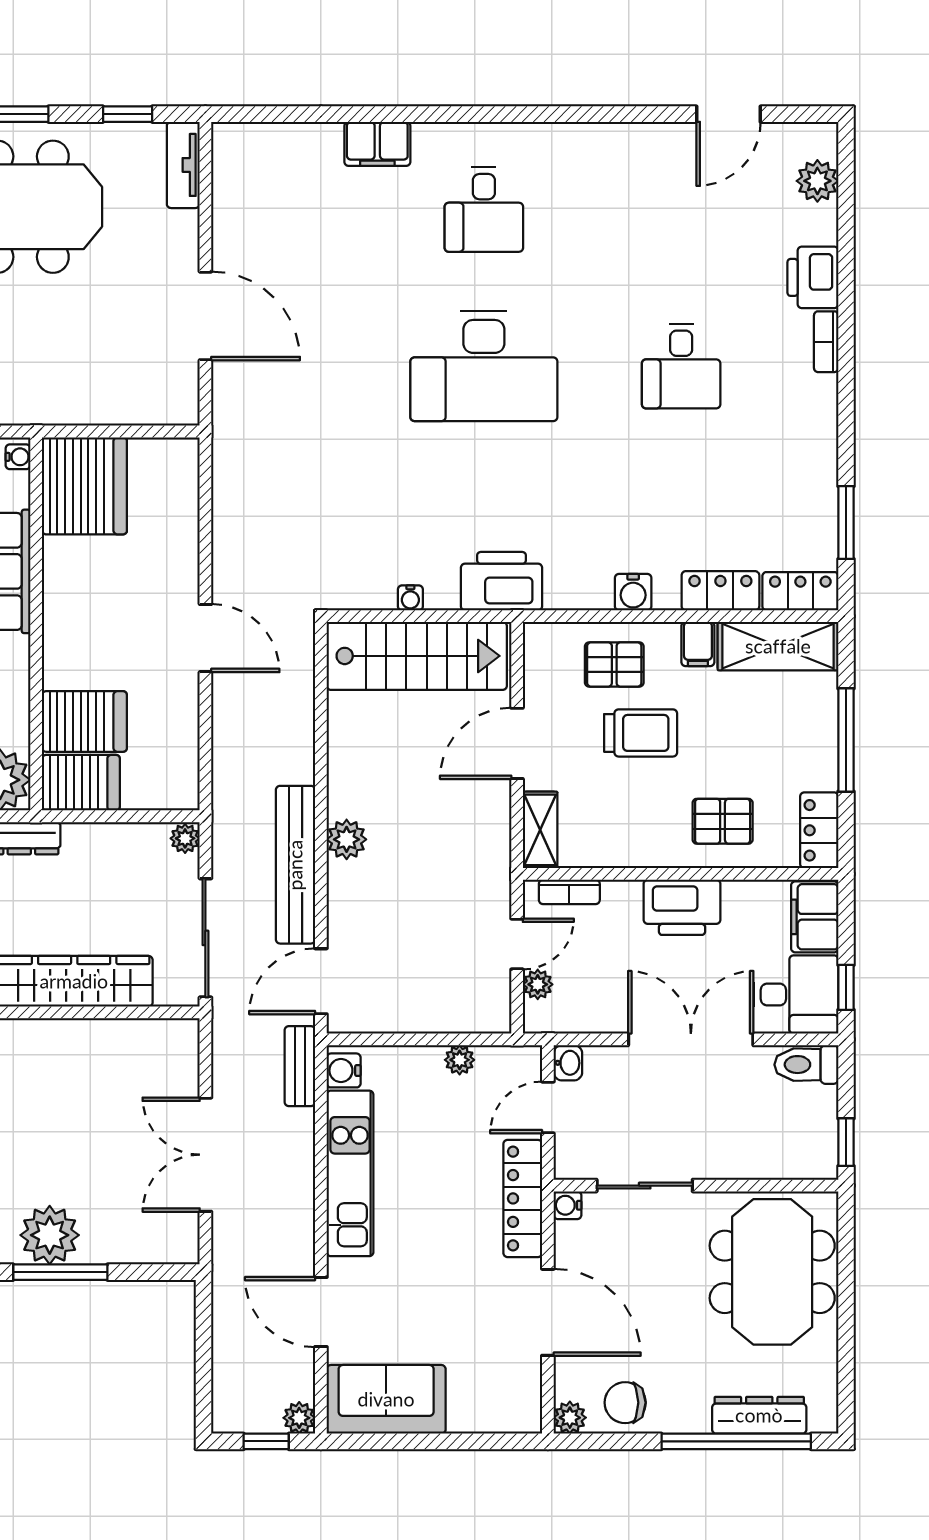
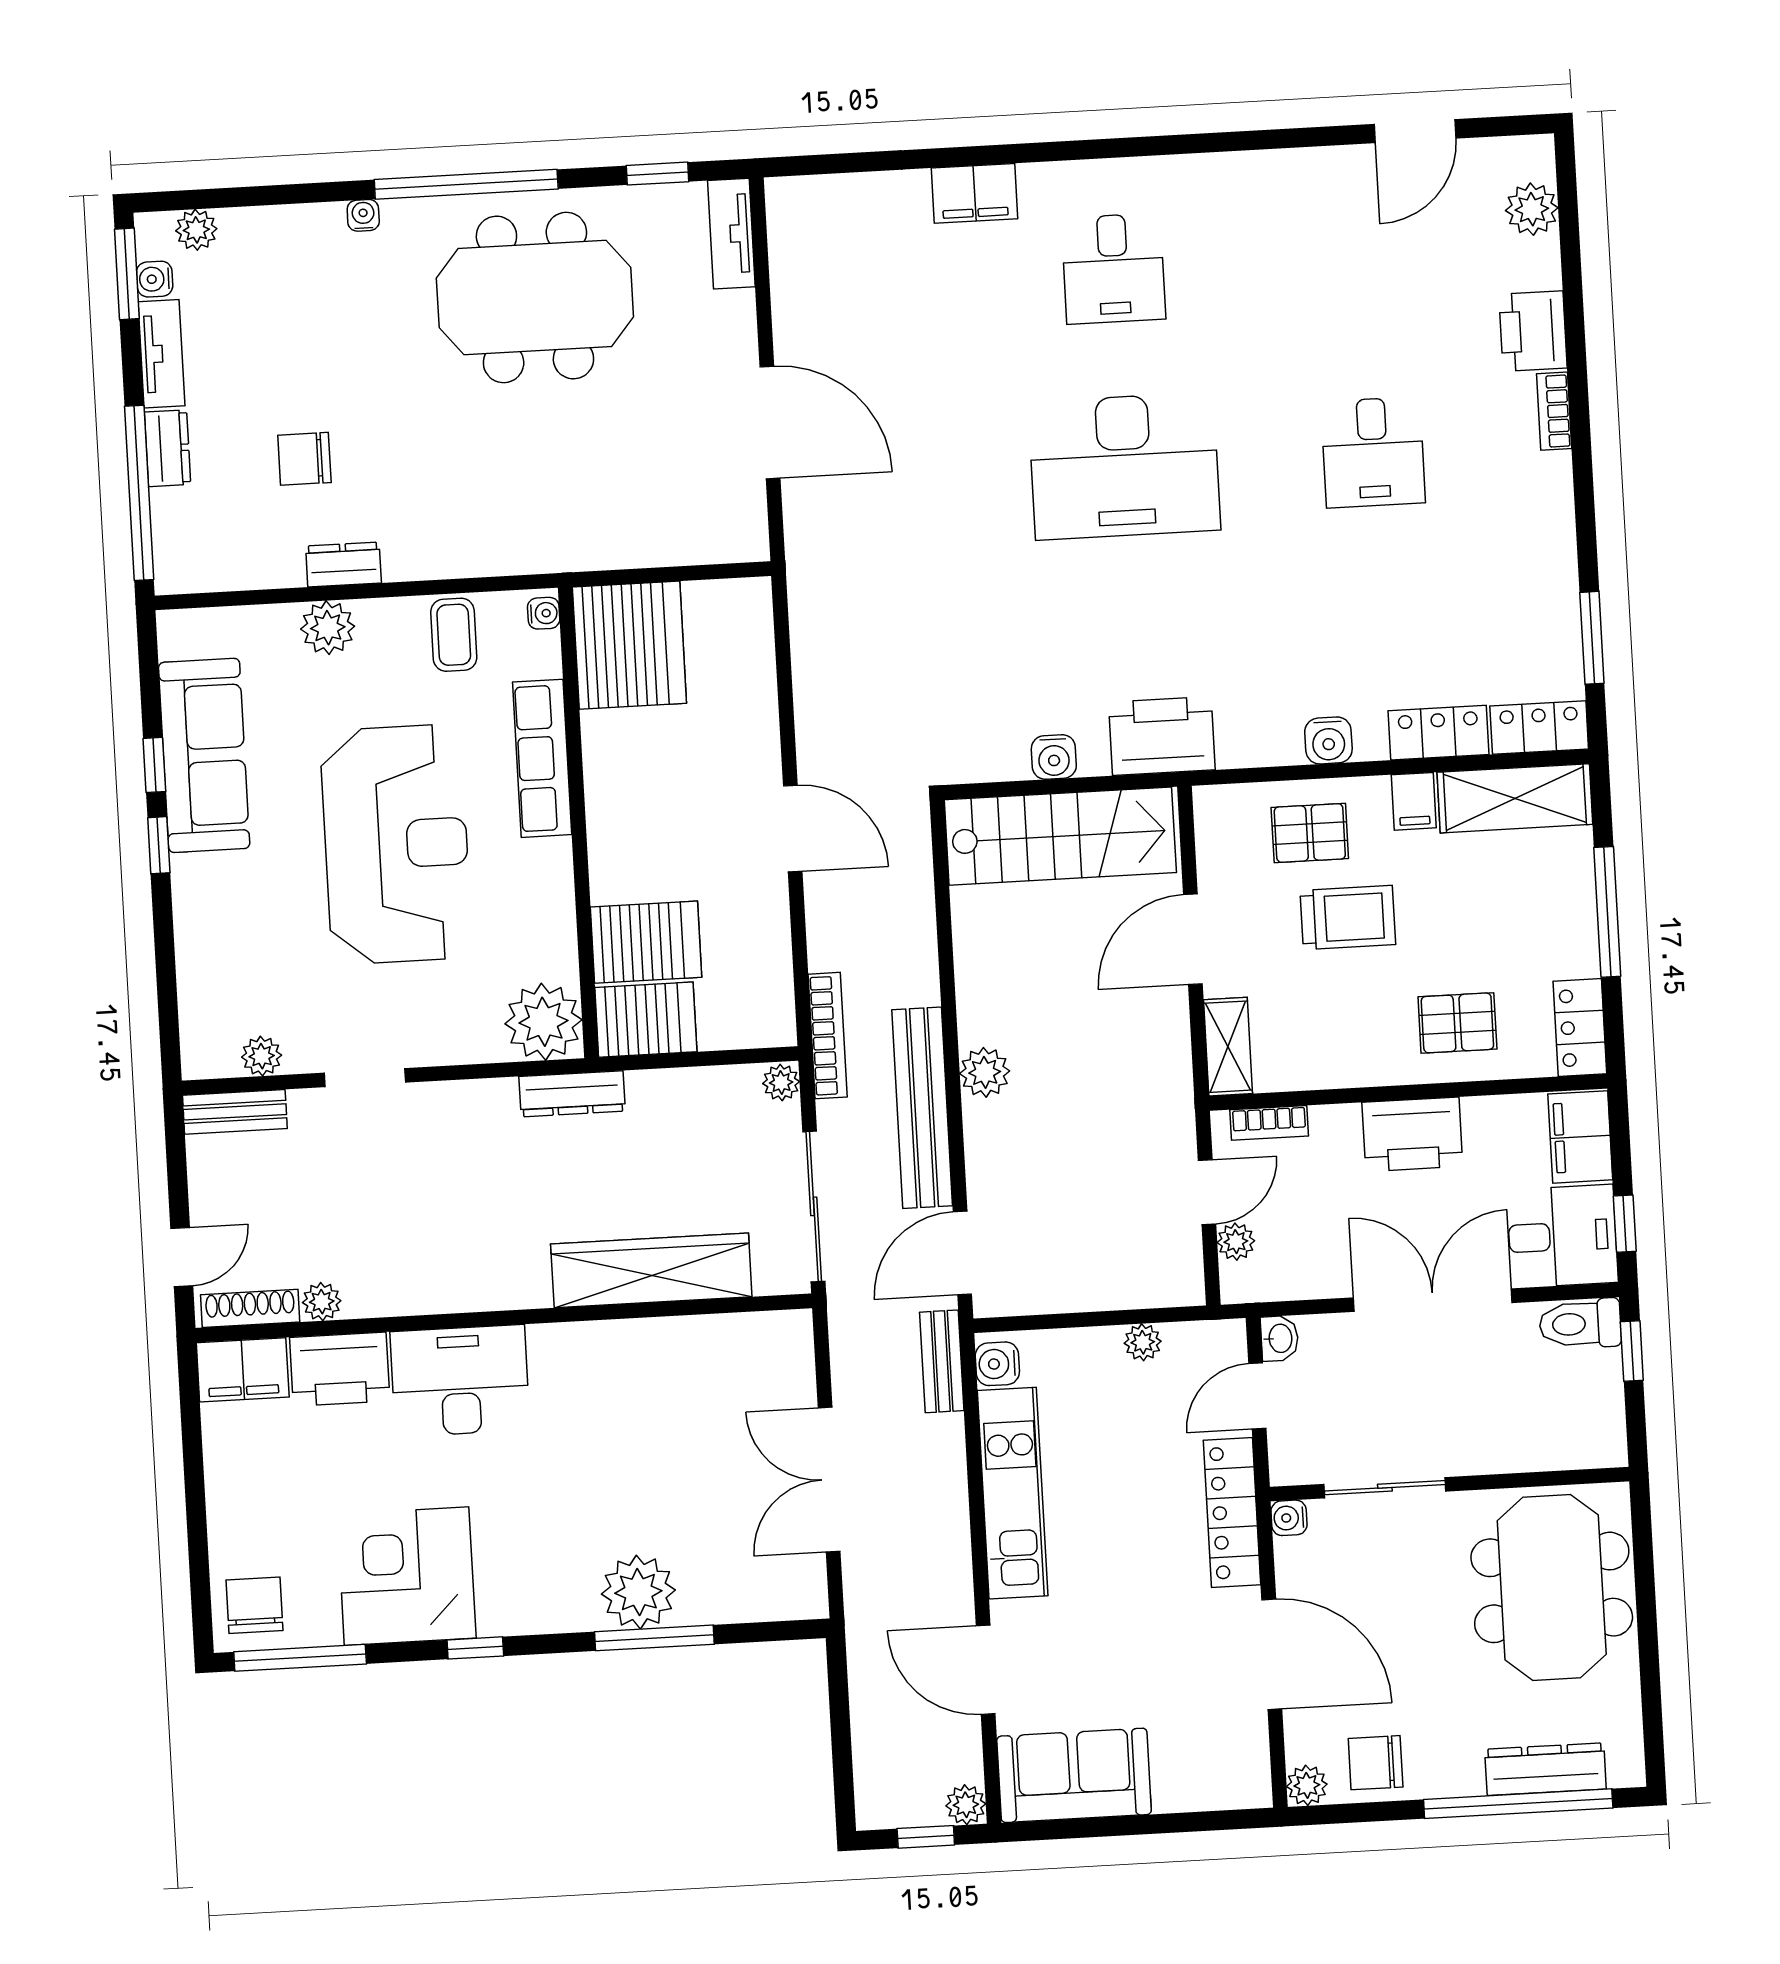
water cooler: (410, 598) -> (1054, 757), width x1.38, depth x1.38
bookcase: (224, 803) -> (828, 1036), added
window: (846, 1142) -> (1632, 1351), moved

